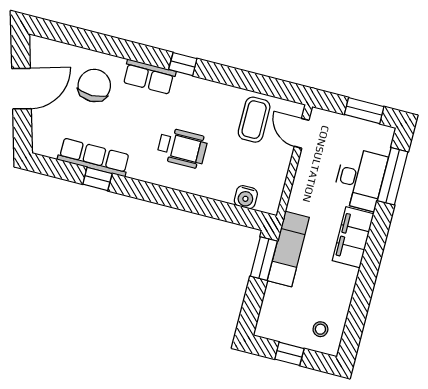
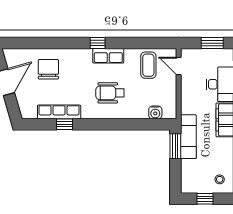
row of seats: (149, 77) -> (108, 56), moved
wheelchair: (182, 148) -> (110, 93), turned 180

